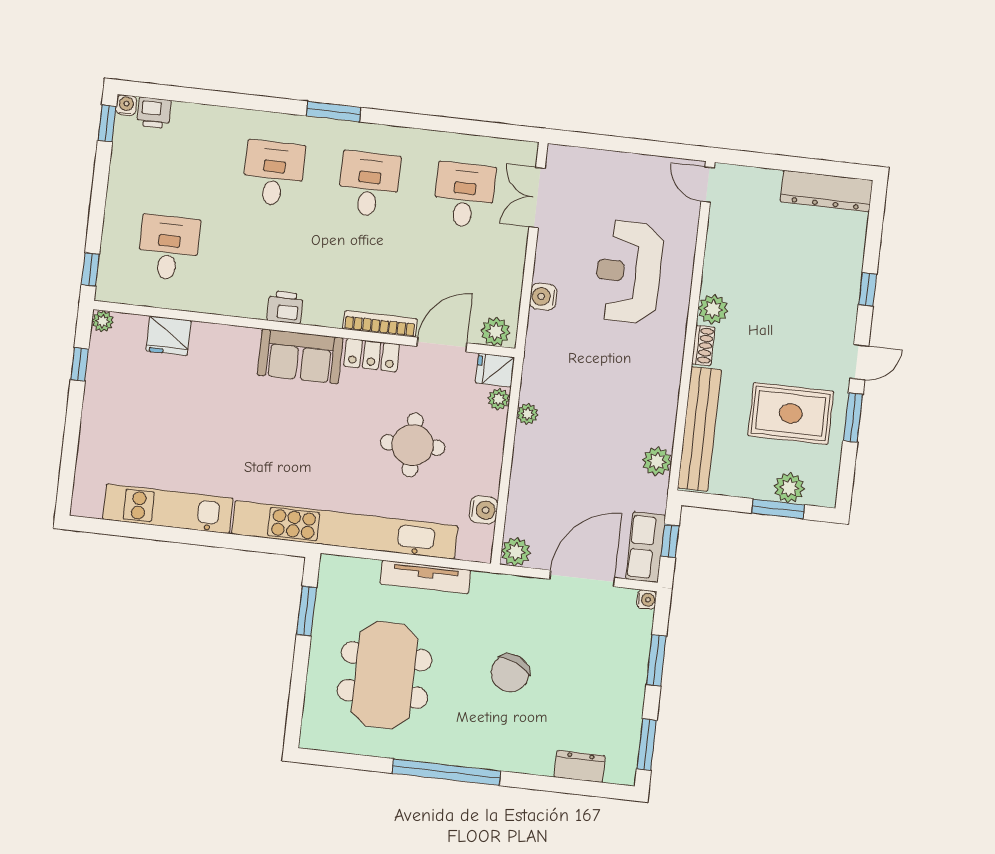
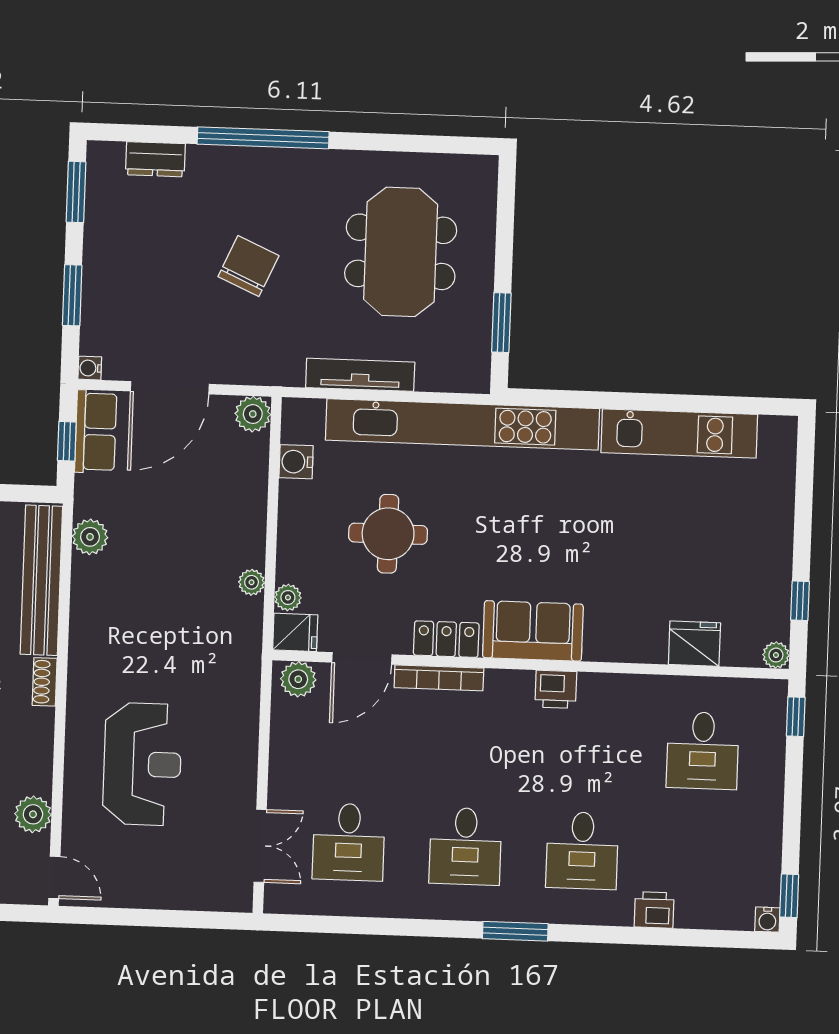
printer: (154, 113) -> (654, 910), moved
water cooler: (543, 297) -> (243, 726), removed
plant: (713, 309) -> (33, 814), moved
window: (446, 772) -> (263, 138), moved

